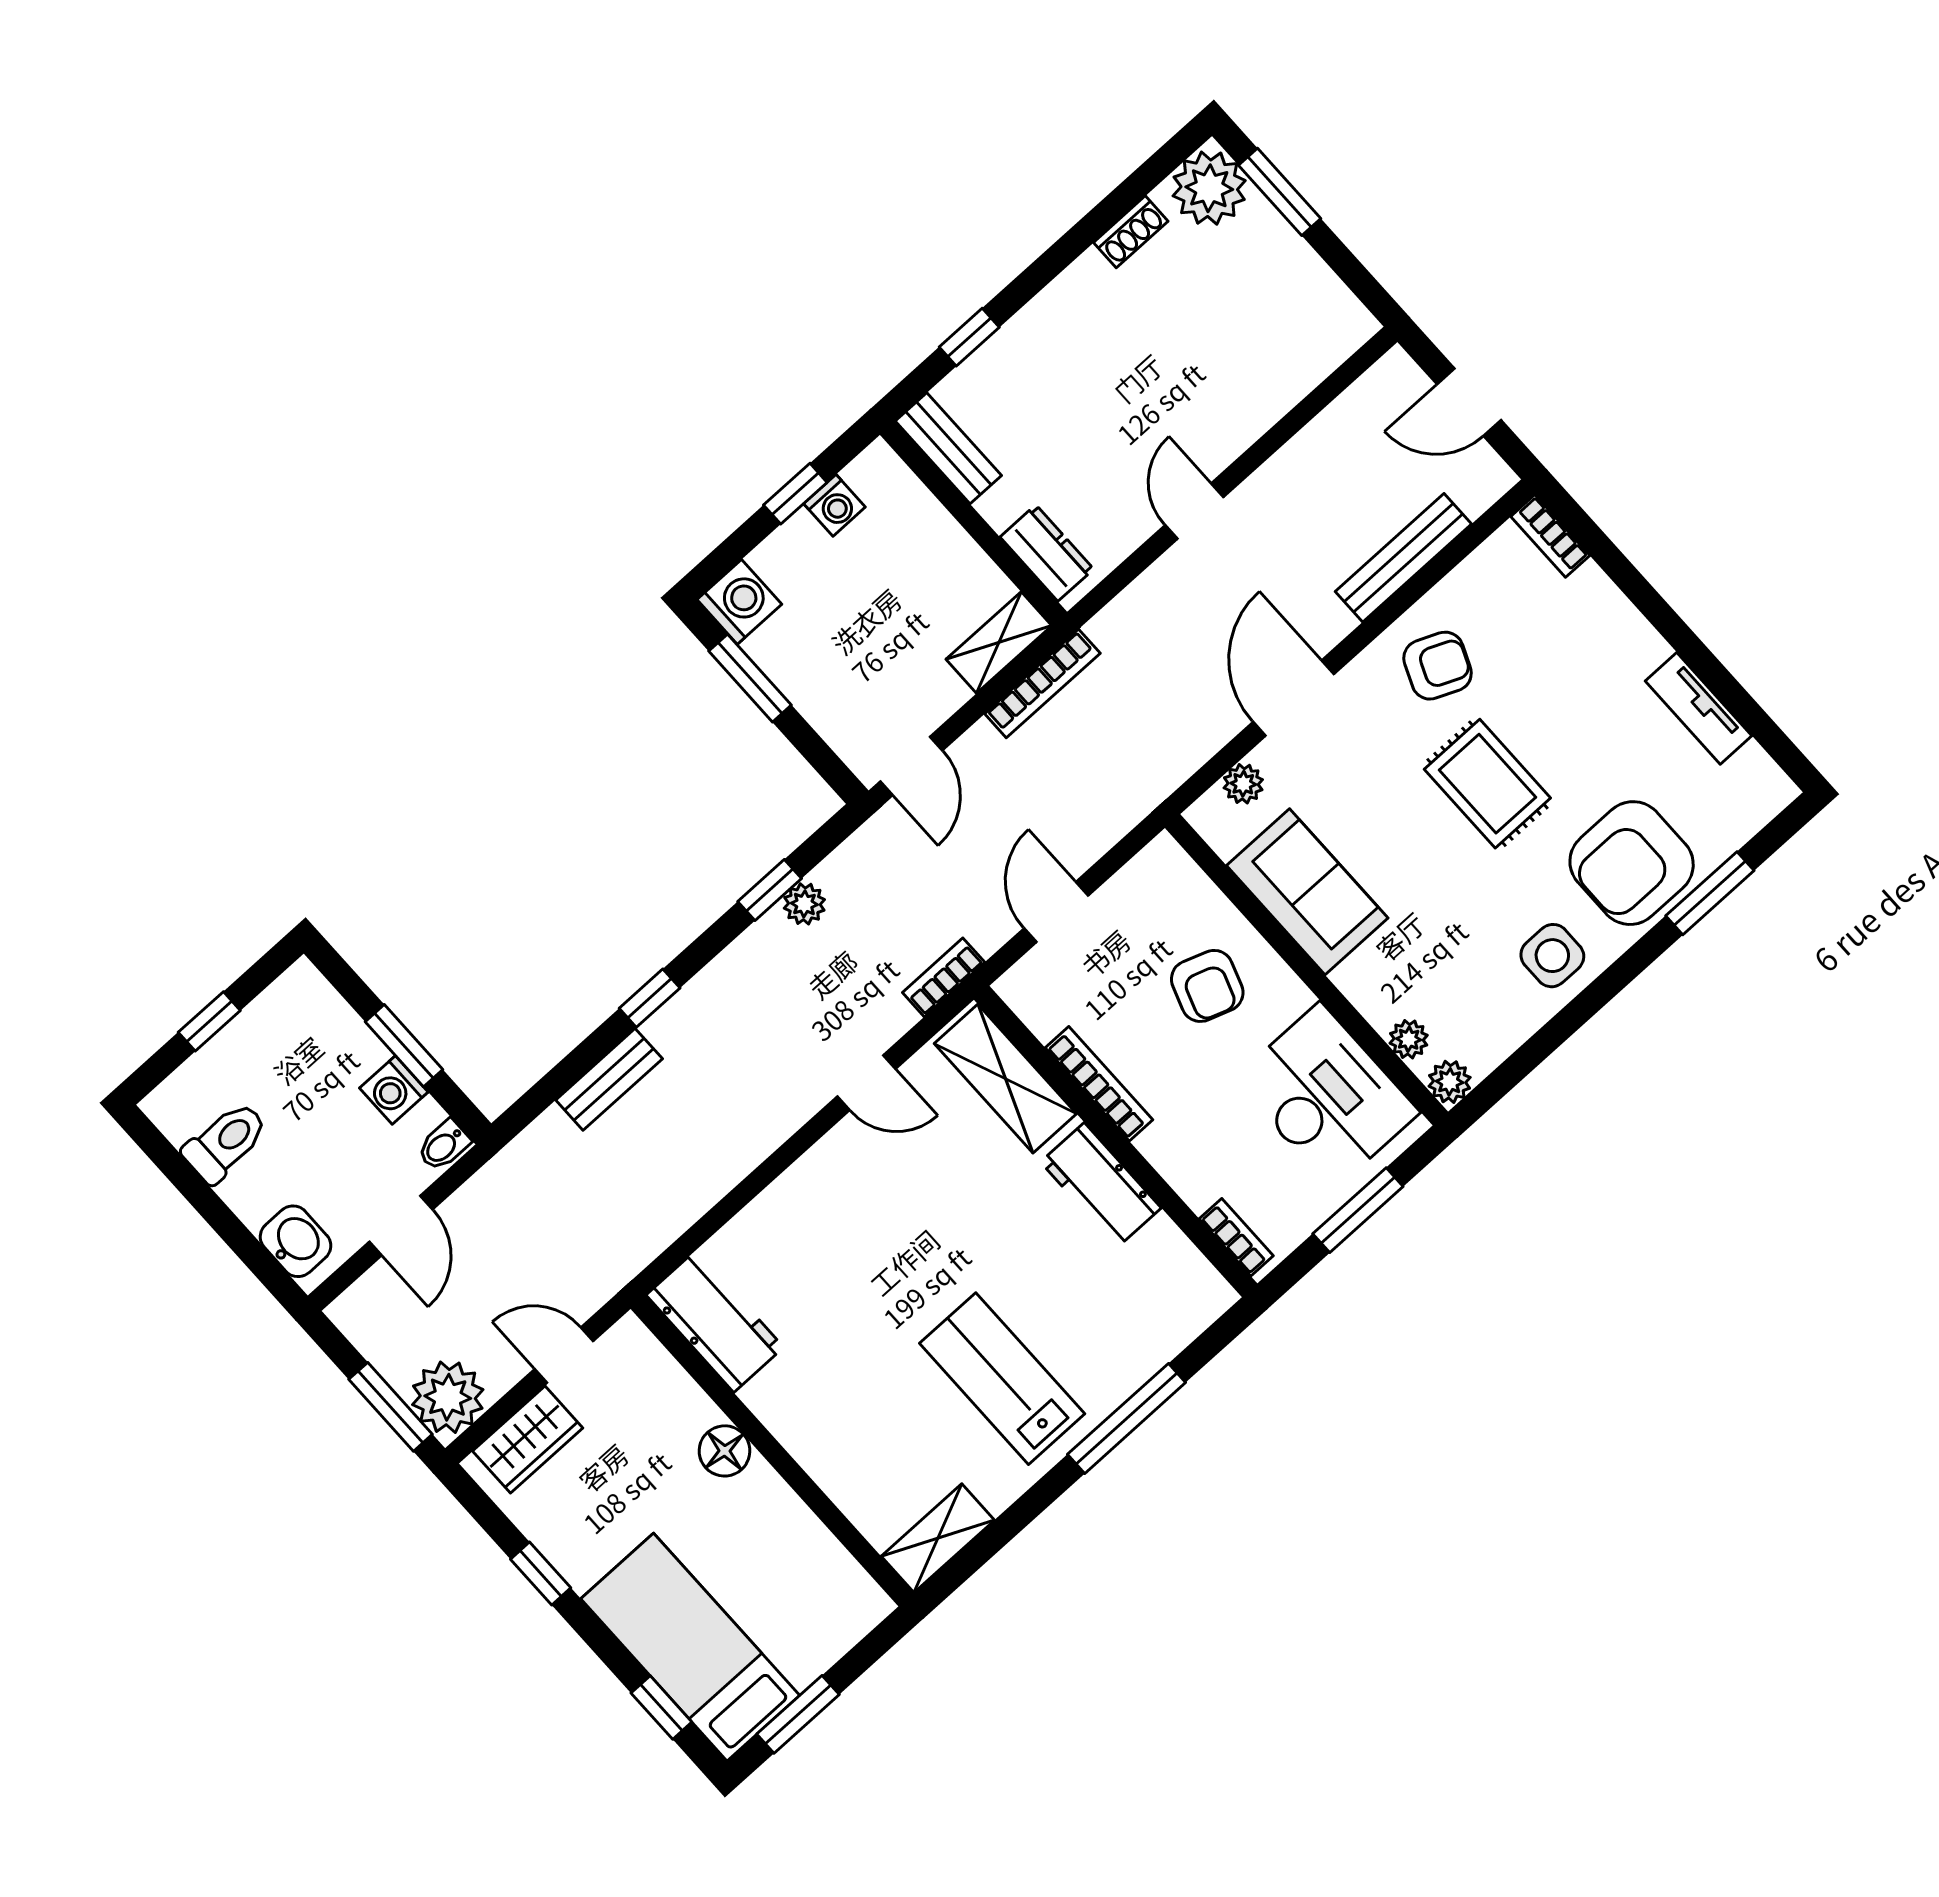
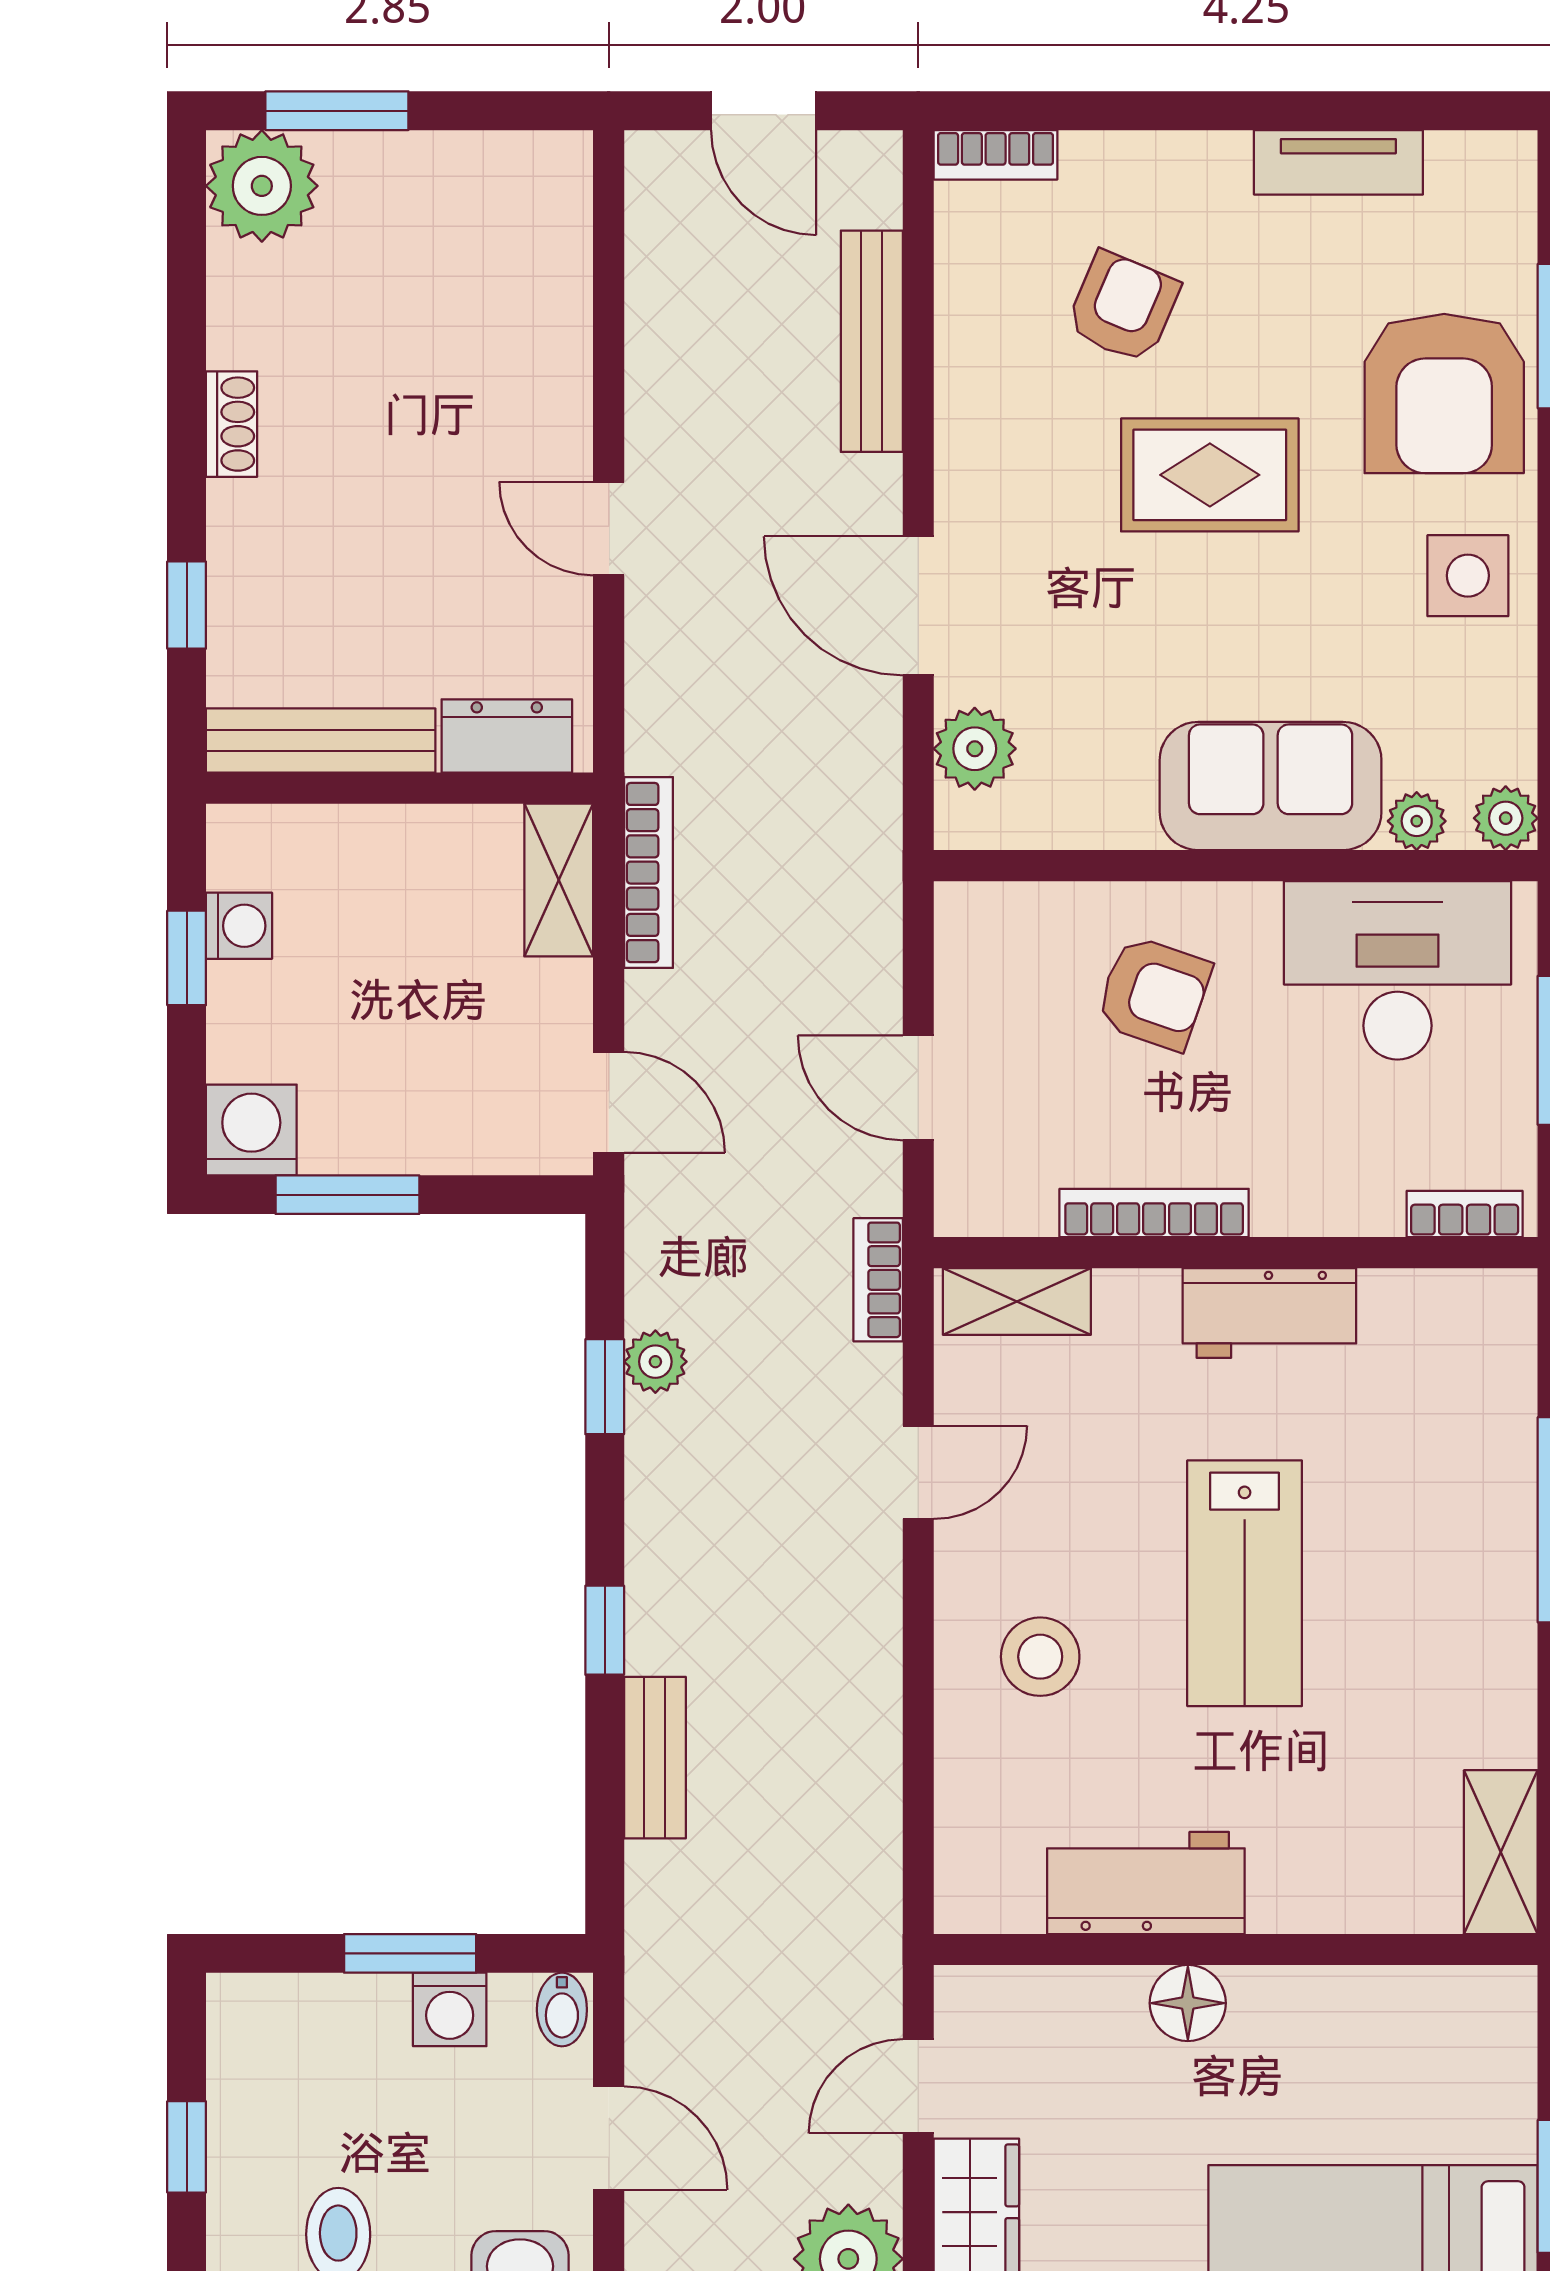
shoe rack: (1131, 232) -> (232, 424), moved
door: (1469, 402) -> (764, 111), hinge flipped
bench: (948, 448) -> (321, 741), width x1.36
armchair: (1438, 666) -> (1123, 307), moved
plant: (1243, 784) -> (975, 749), width x1.38, depth x1.38
sofa: (1307, 892) -> (1271, 786), moved
shelving: (1005, 1079) -> (1017, 1302), width x0.67, depth x0.75
stool: (830, 1225) -> (1040, 1657), added
workbench: (715, 1321) -> (1146, 1883), moved
lab bench: (1002, 1379) -> (1245, 1583), moved, turned -90

